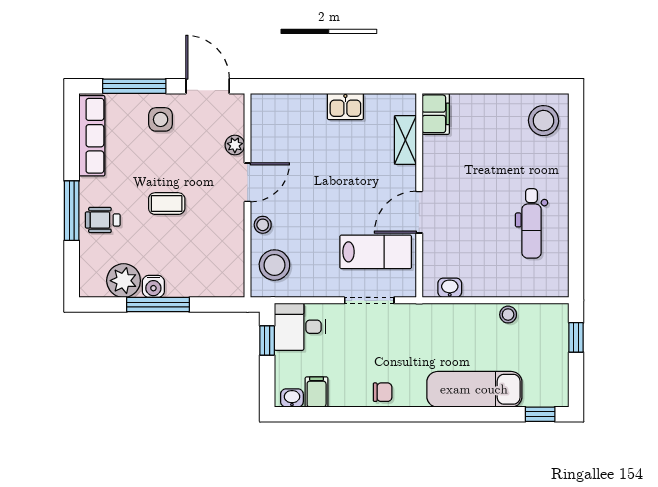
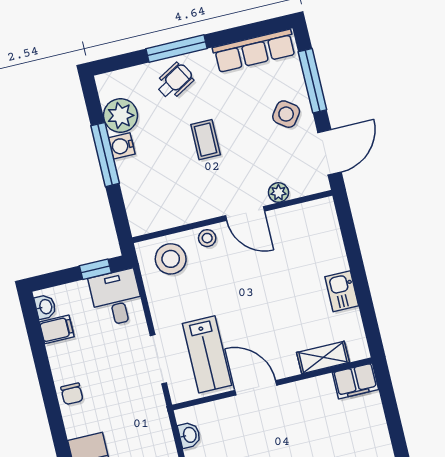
side table: (161, 119) -> (286, 114), turned 36
wheelchair: (103, 220) -> (175, 81), turned 60

